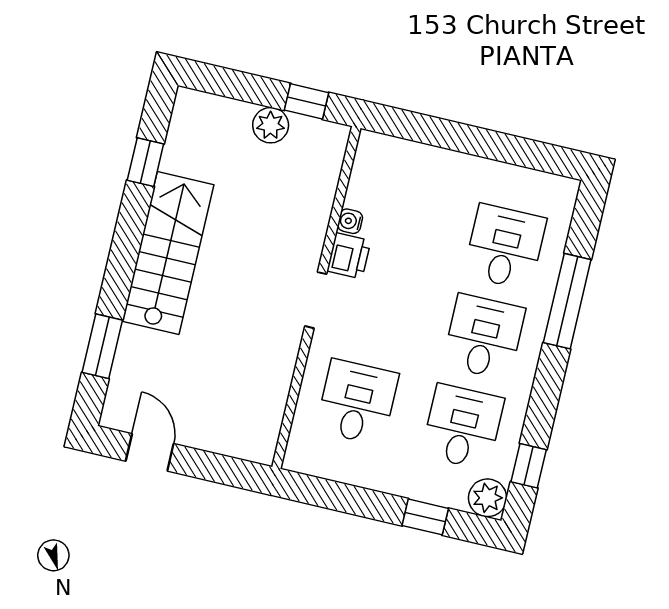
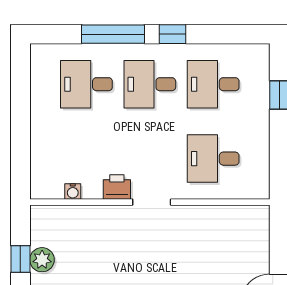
window: (306, 101) -> (20, 259), moved
water cooler: (350, 221) -> (73, 192), moved
window: (529, 466) -> (173, 34), moved
plant: (488, 498) -> (257, 56), removed

